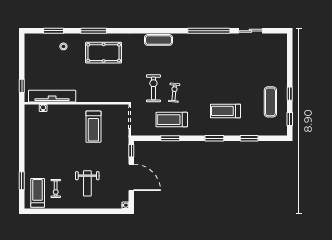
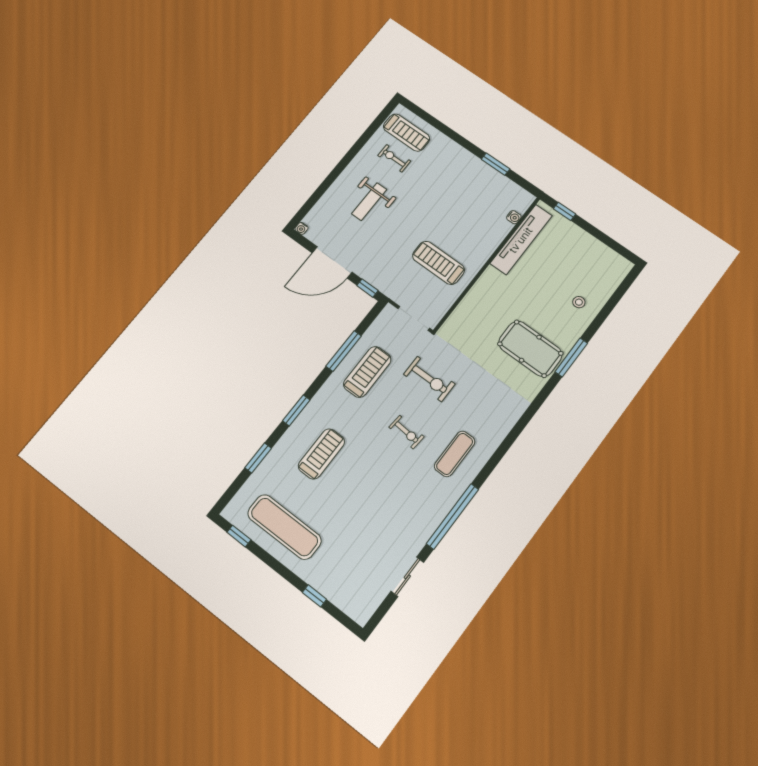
window: (54, 31) -> (611, 305), removed
exercise mat: (159, 40) -> (455, 454), moved
pool table: (104, 53) -> (530, 349), turned 90
exercise bike: (174, 93) -> (406, 432), moved
window: (290, 94) -> (314, 596), moved
exercise mat: (270, 102) -> (284, 527), width x1.36, depth x1.45
window: (170, 138) -> (344, 351), width x1.44
window: (22, 181) -> (496, 164), moved
weight bench: (87, 183) -> (369, 202), turned -90

